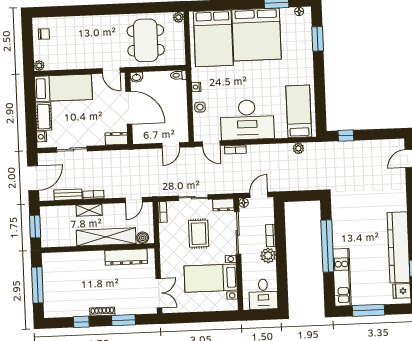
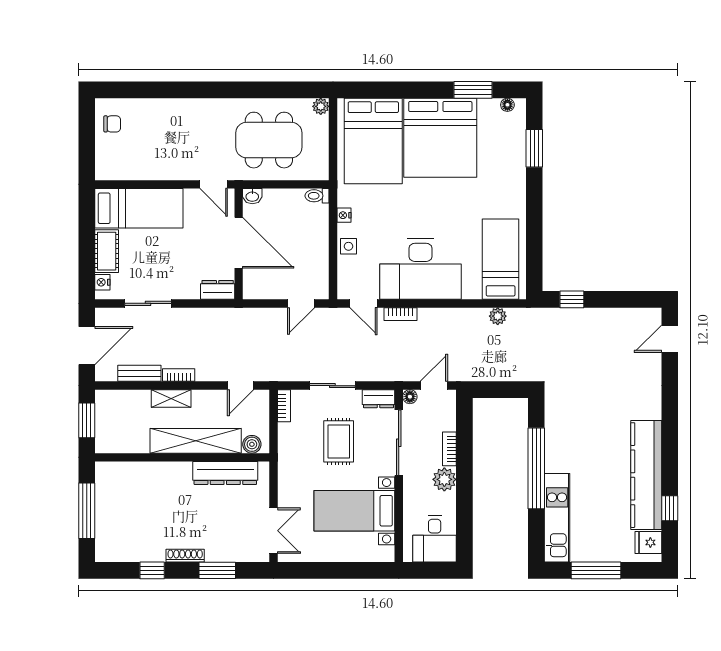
dining table: (146, 40) -> (269, 140), turned 90
plant: (39, 66) -> (103, 172), removed

